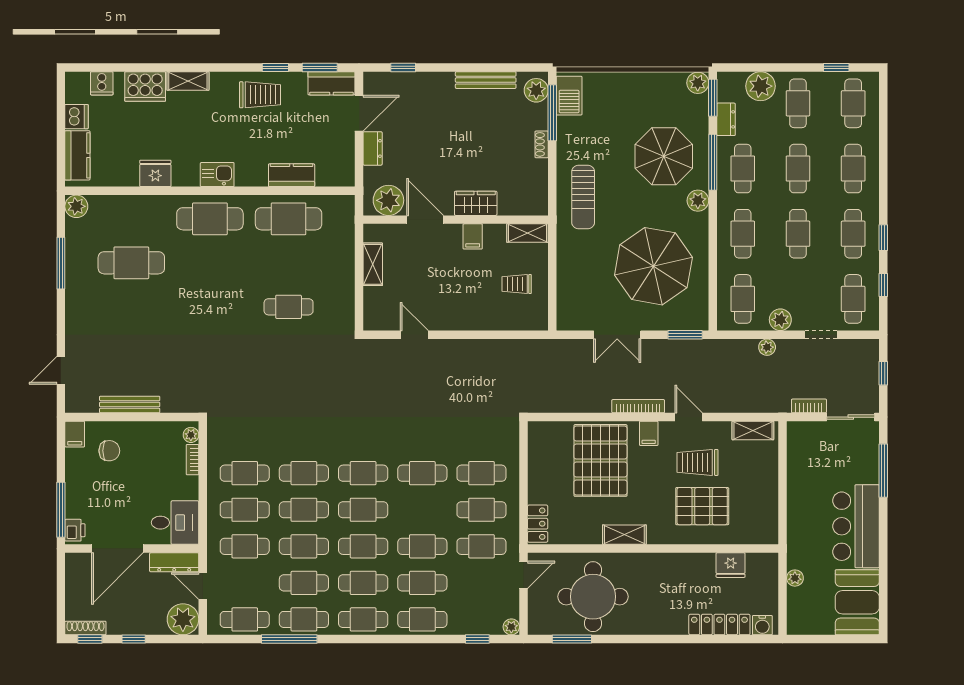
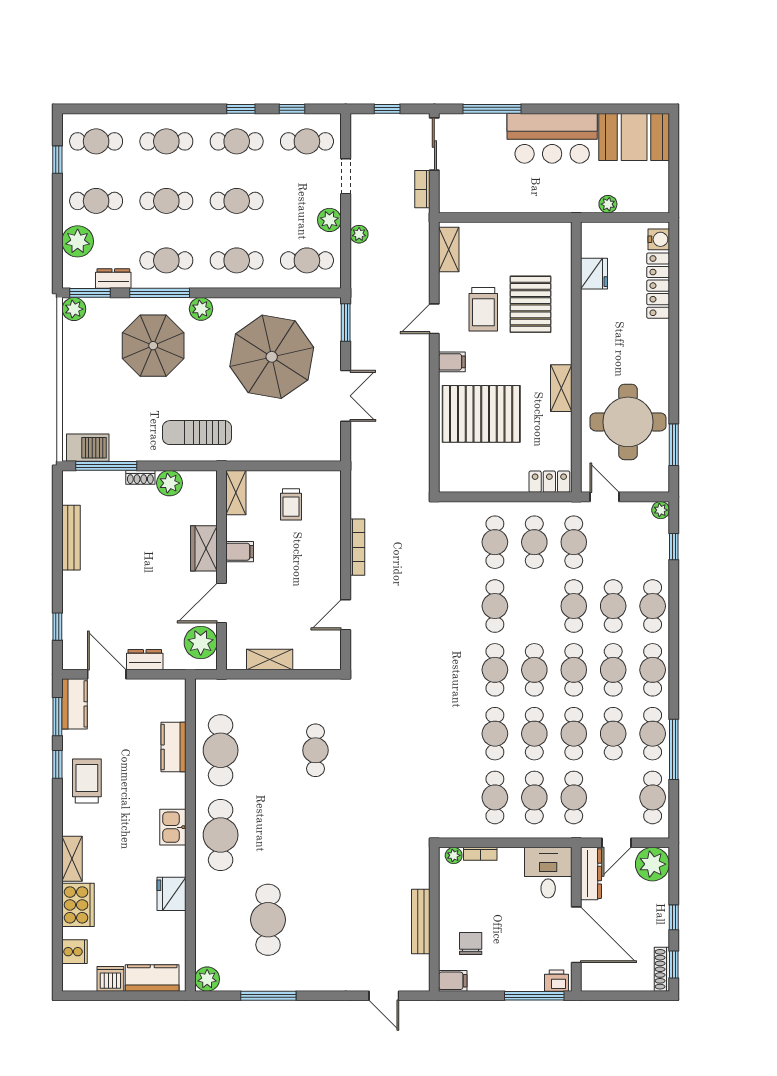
plant: (536, 90) -> (169, 483), moved
sun lounger: (583, 197) -> (197, 433), turned 180
bookcase: (638, 406) -> (357, 547), moved, turned 180

